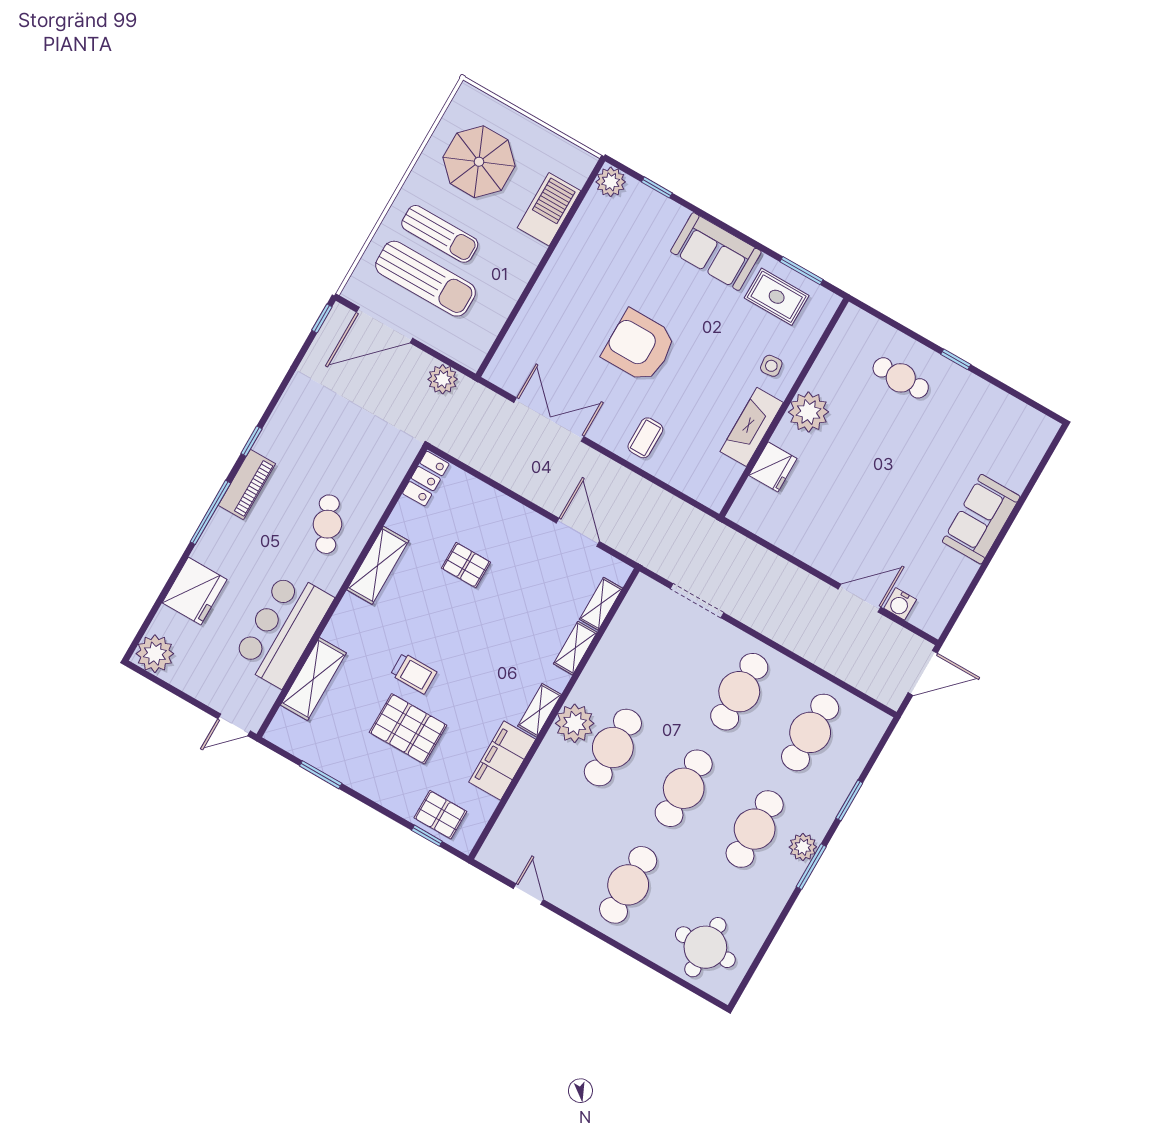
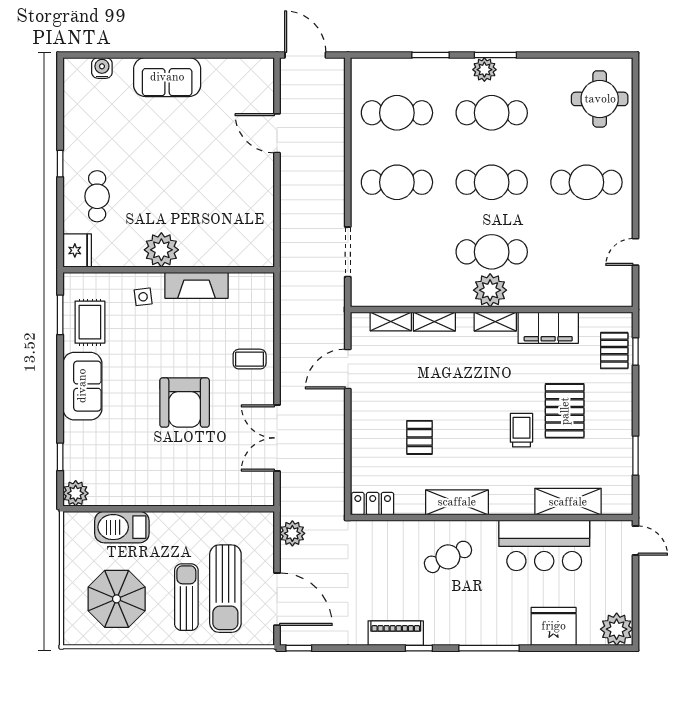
sun lounger: (426, 279) -> (225, 589), turned 180
fridge: (773, 467) -> (77, 250), moved, turned 90
piano: (247, 484) -> (396, 633), moved
water cooler: (900, 604) -> (102, 68), moved, turned -90

